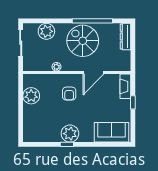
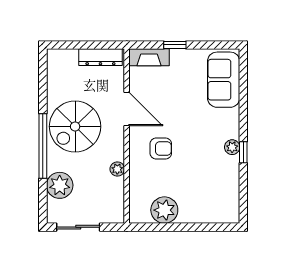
window: (92, 21) -> (43, 146), moved
dresser: (125, 37) -> (100, 57), moved
plant: (70, 134) -> (232, 147), width x0.53, depth x0.53

